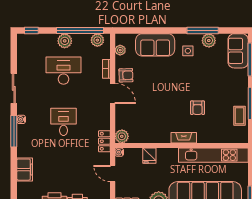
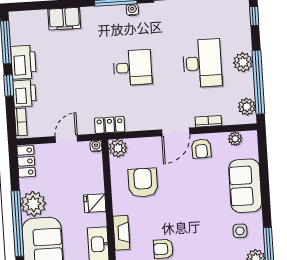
armchair: (148, 120) -> (143, 183), added
fridge: (149, 156) -> (95, 203), moved

